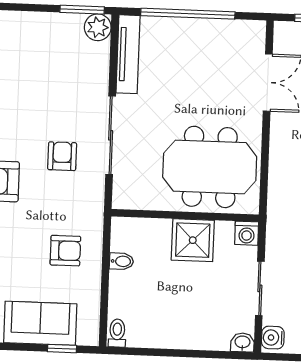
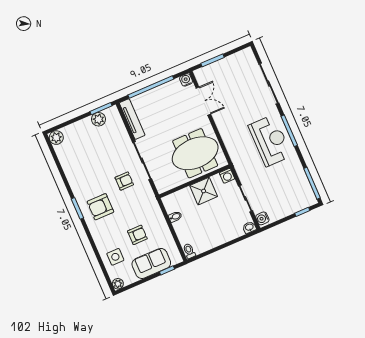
plant: (98, 27) -> (99, 119), moved
water cooler: (255, 31) -> (186, 80), added
armchair: (62, 156) -> (124, 181), turned 90
armchair: (65, 251) -> (137, 235), moved

